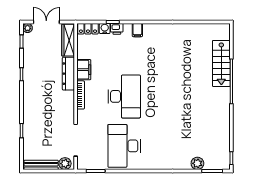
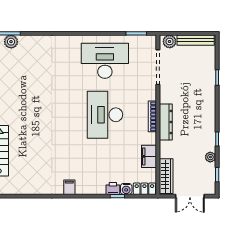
plant: (28, 28) -> (210, 157), moved
filing cabinet: (137, 30) -> (69, 187), moved
filing cabinet: (84, 70) -> (149, 156), moved
dresser: (68, 74) -> (166, 122), moved
desk: (124, 146) -> (105, 61), turned -90
plant: (197, 163) -> (11, 42), moved

